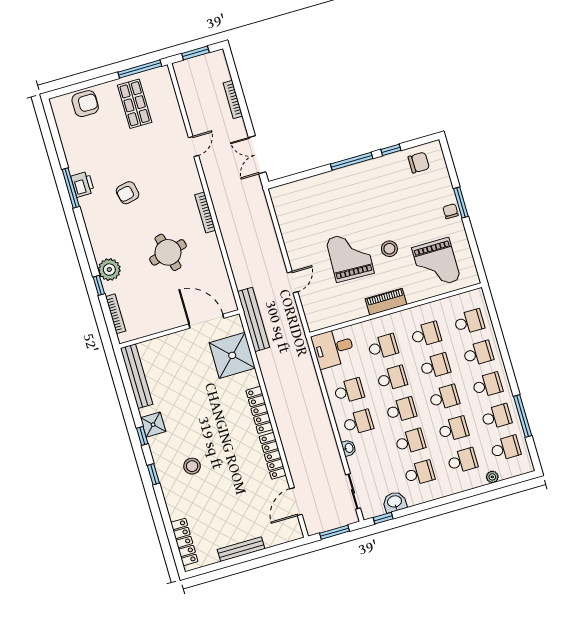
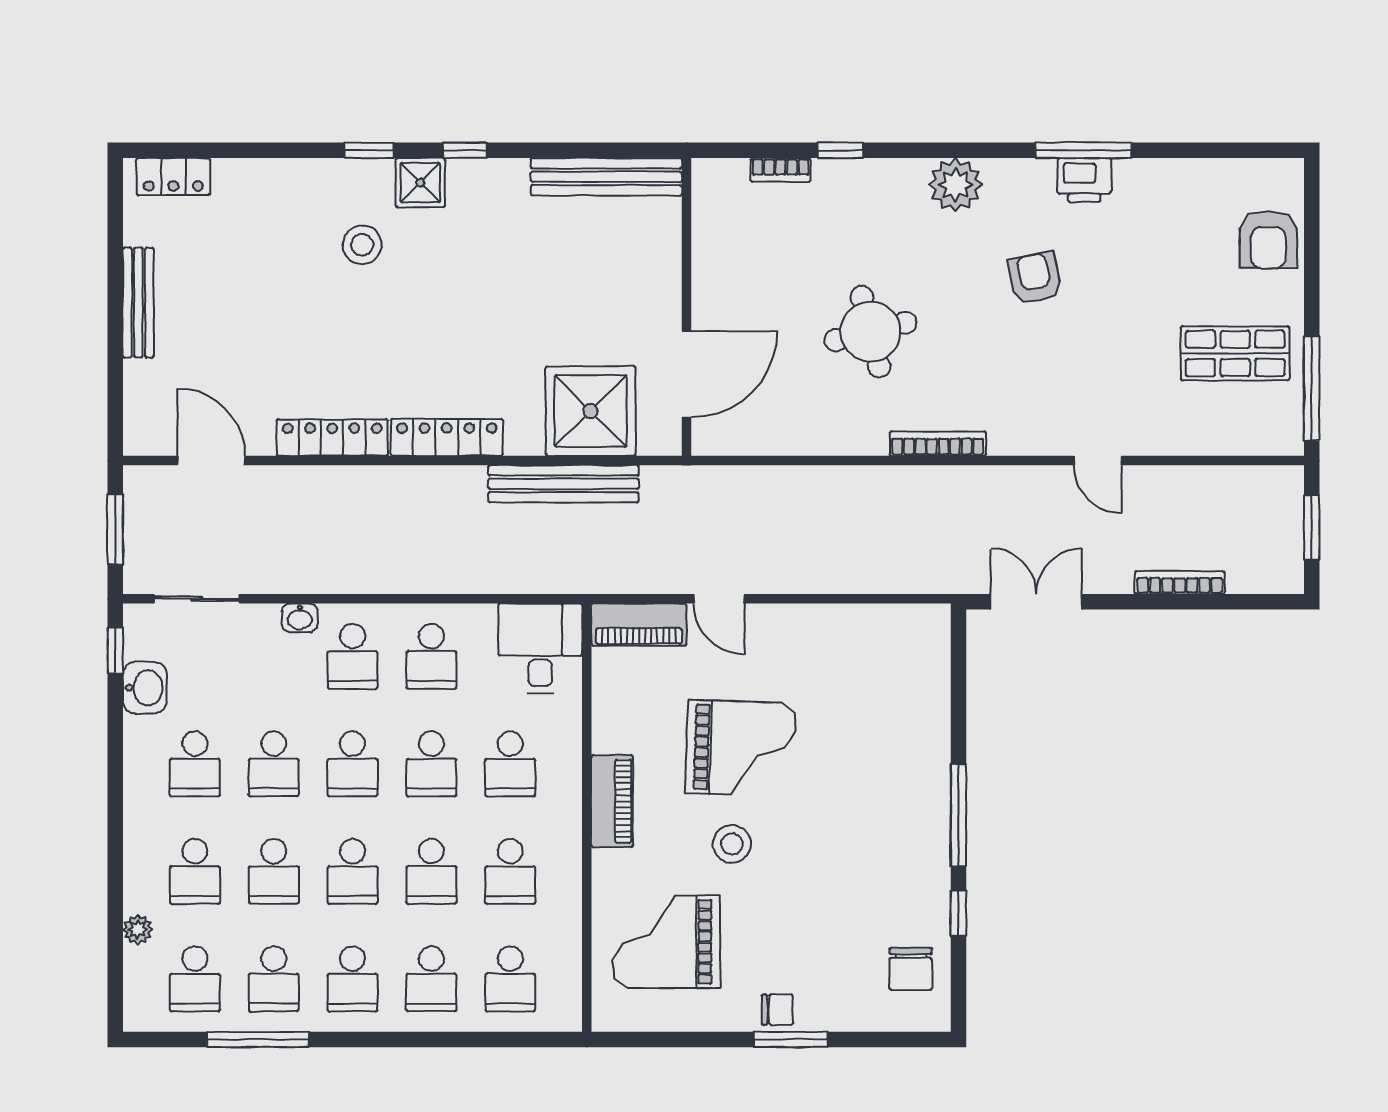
plant: (109, 270) -> (956, 185), moved
piano: (312, 311) -> (639, 625), added
bookcase: (116, 314) -> (781, 170), width x0.64
bench: (253, 319) -> (563, 484), moved
shower: (153, 425) -> (420, 183), moved
locker: (184, 542) -> (173, 177), width x0.66

